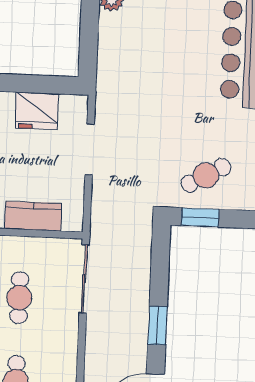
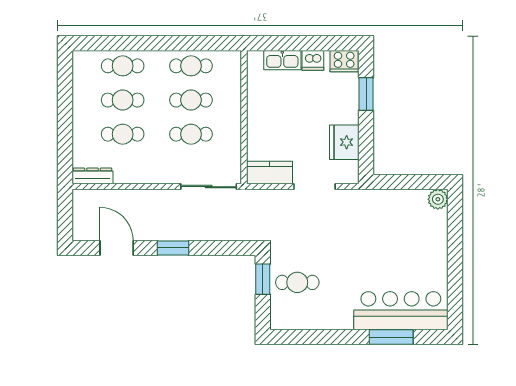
cafe table: (206, 175) -> (297, 282), turned -61
kitchen counter: (33, 216) -> (270, 172), moved, turned -90

